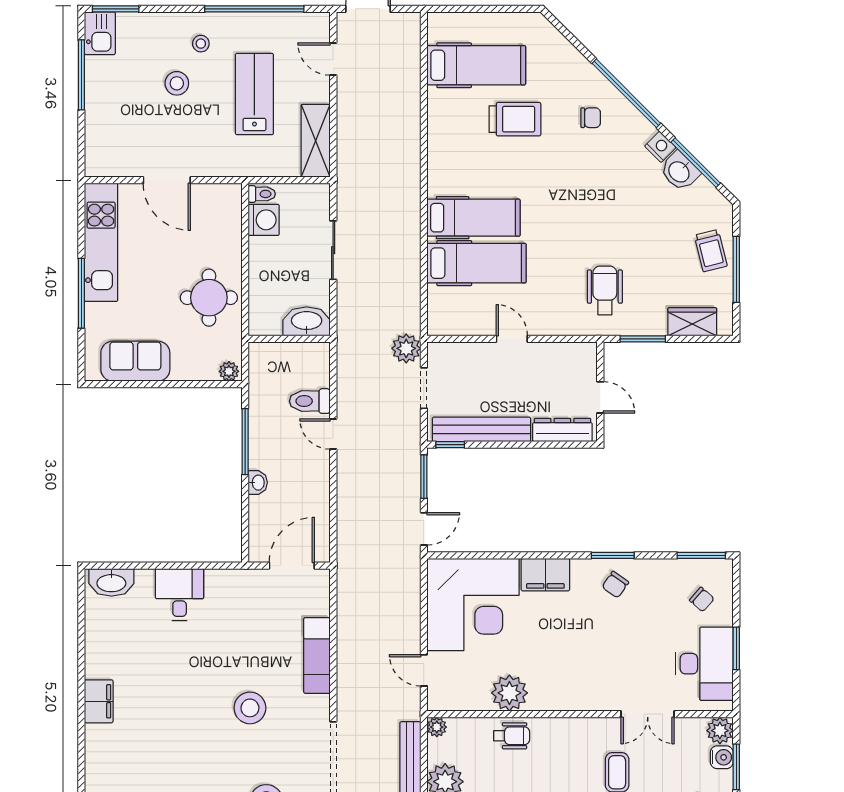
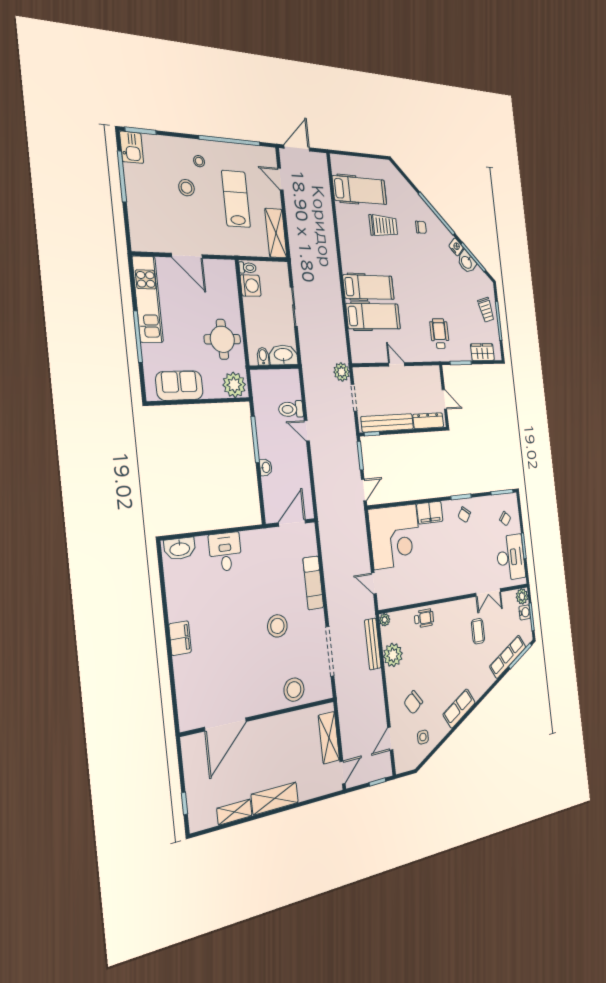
bidet: (272, 323) -> (263, 356), added
plant: (229, 371) -> (234, 385), width x1.88, depth x1.88
plant: (509, 693) -> (420, 591), removed

